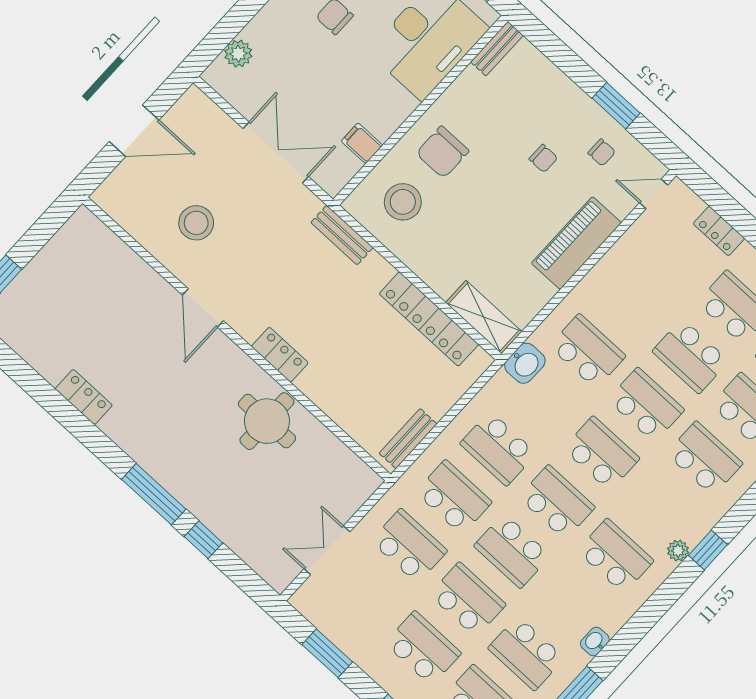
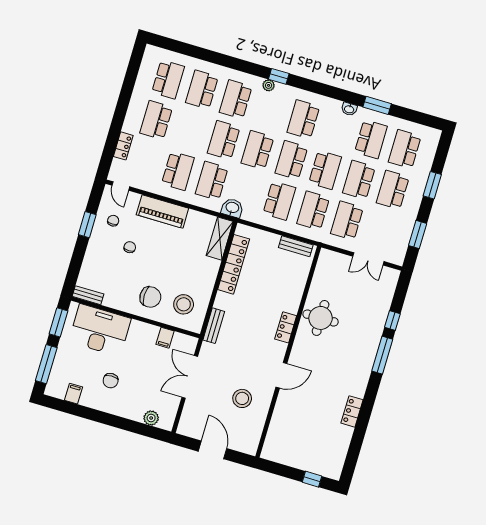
school desk: (691, 356) -> (178, 171), moved
plant: (678, 551) -> (269, 85), moved

